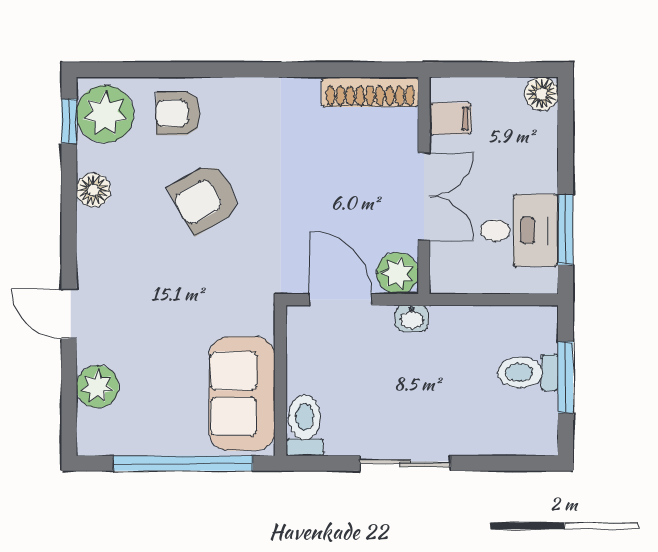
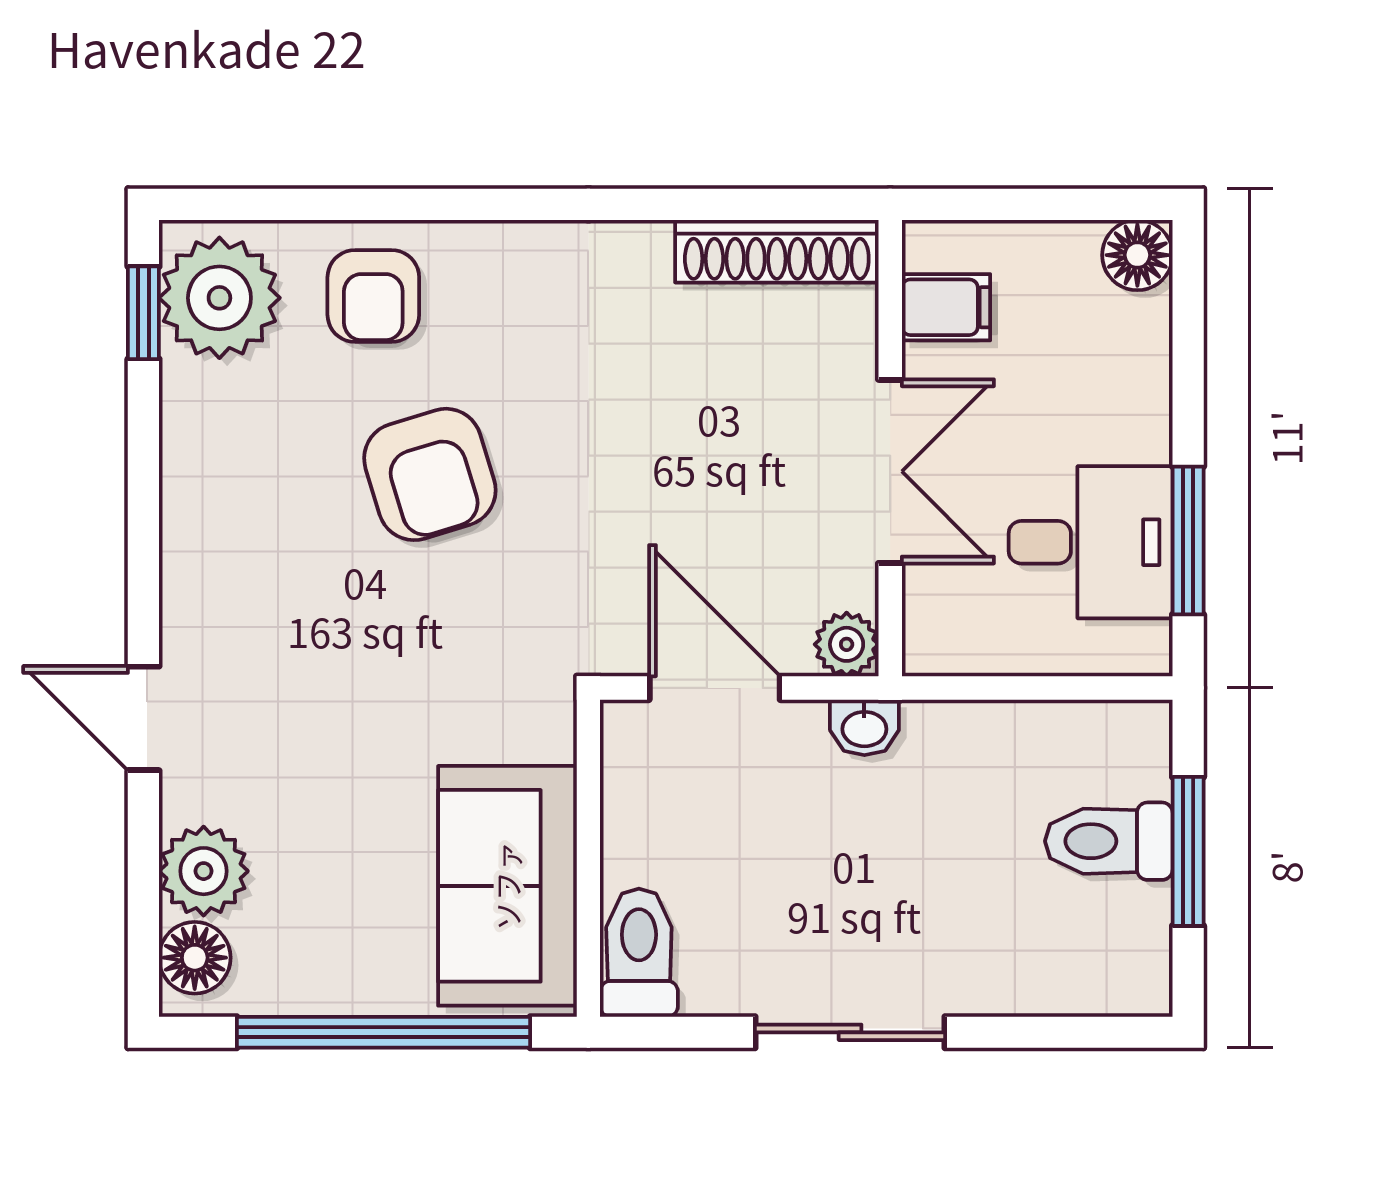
armchair: (178, 113) -> (373, 296), turned -90
floor lamp: (93, 190) -> (195, 958), moved
armchair: (205, 198) -> (430, 474), turned -77
plant: (398, 273) -> (847, 644), width x0.73, depth x0.73

